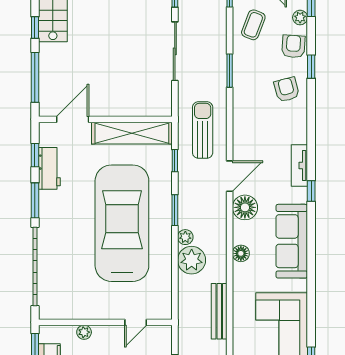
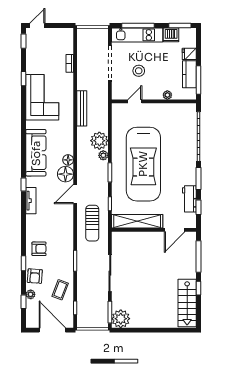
armchair: (287, 90) -> (39, 249), turned -75
floor lamp: (241, 253) -> (68, 160), moved

